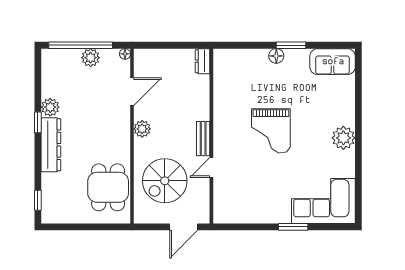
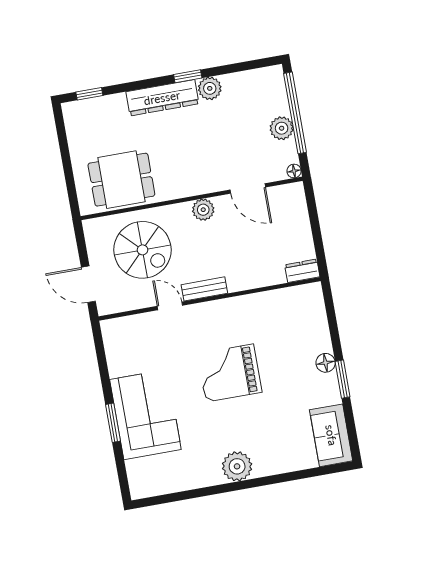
spiral stairs: (165, 181) -> (142, 250), turned 180
corner sofa: (323, 201) -> (145, 415), moved

